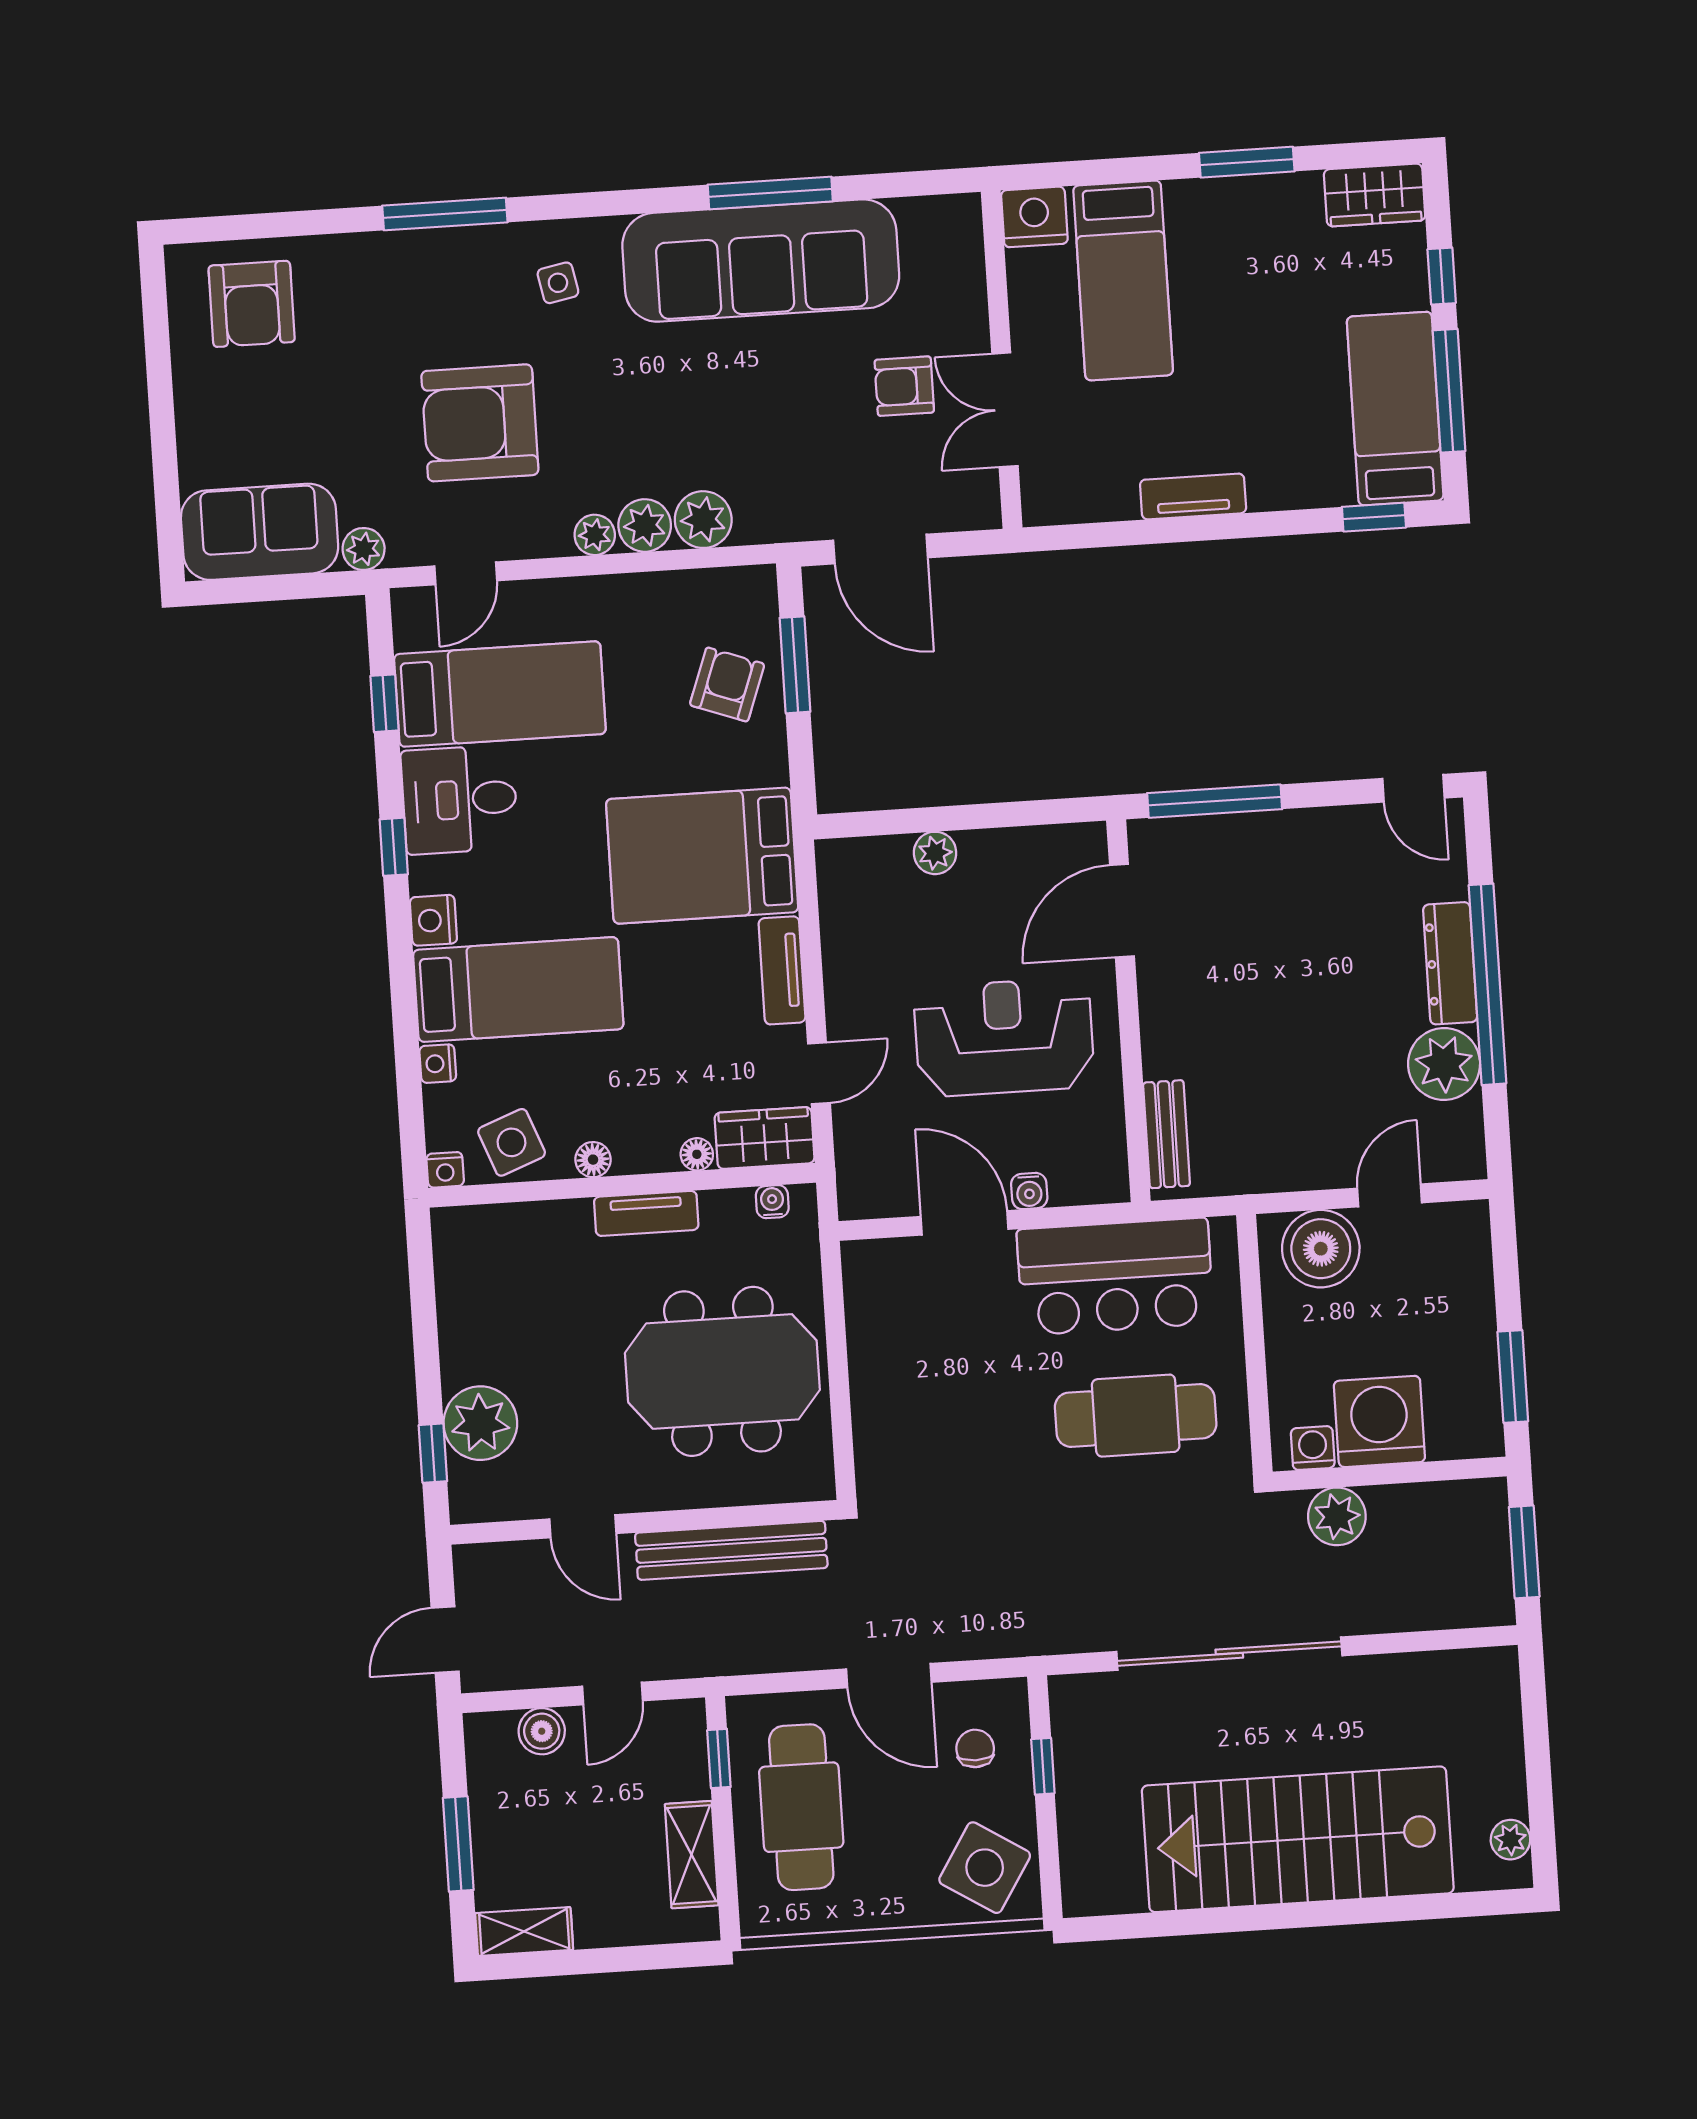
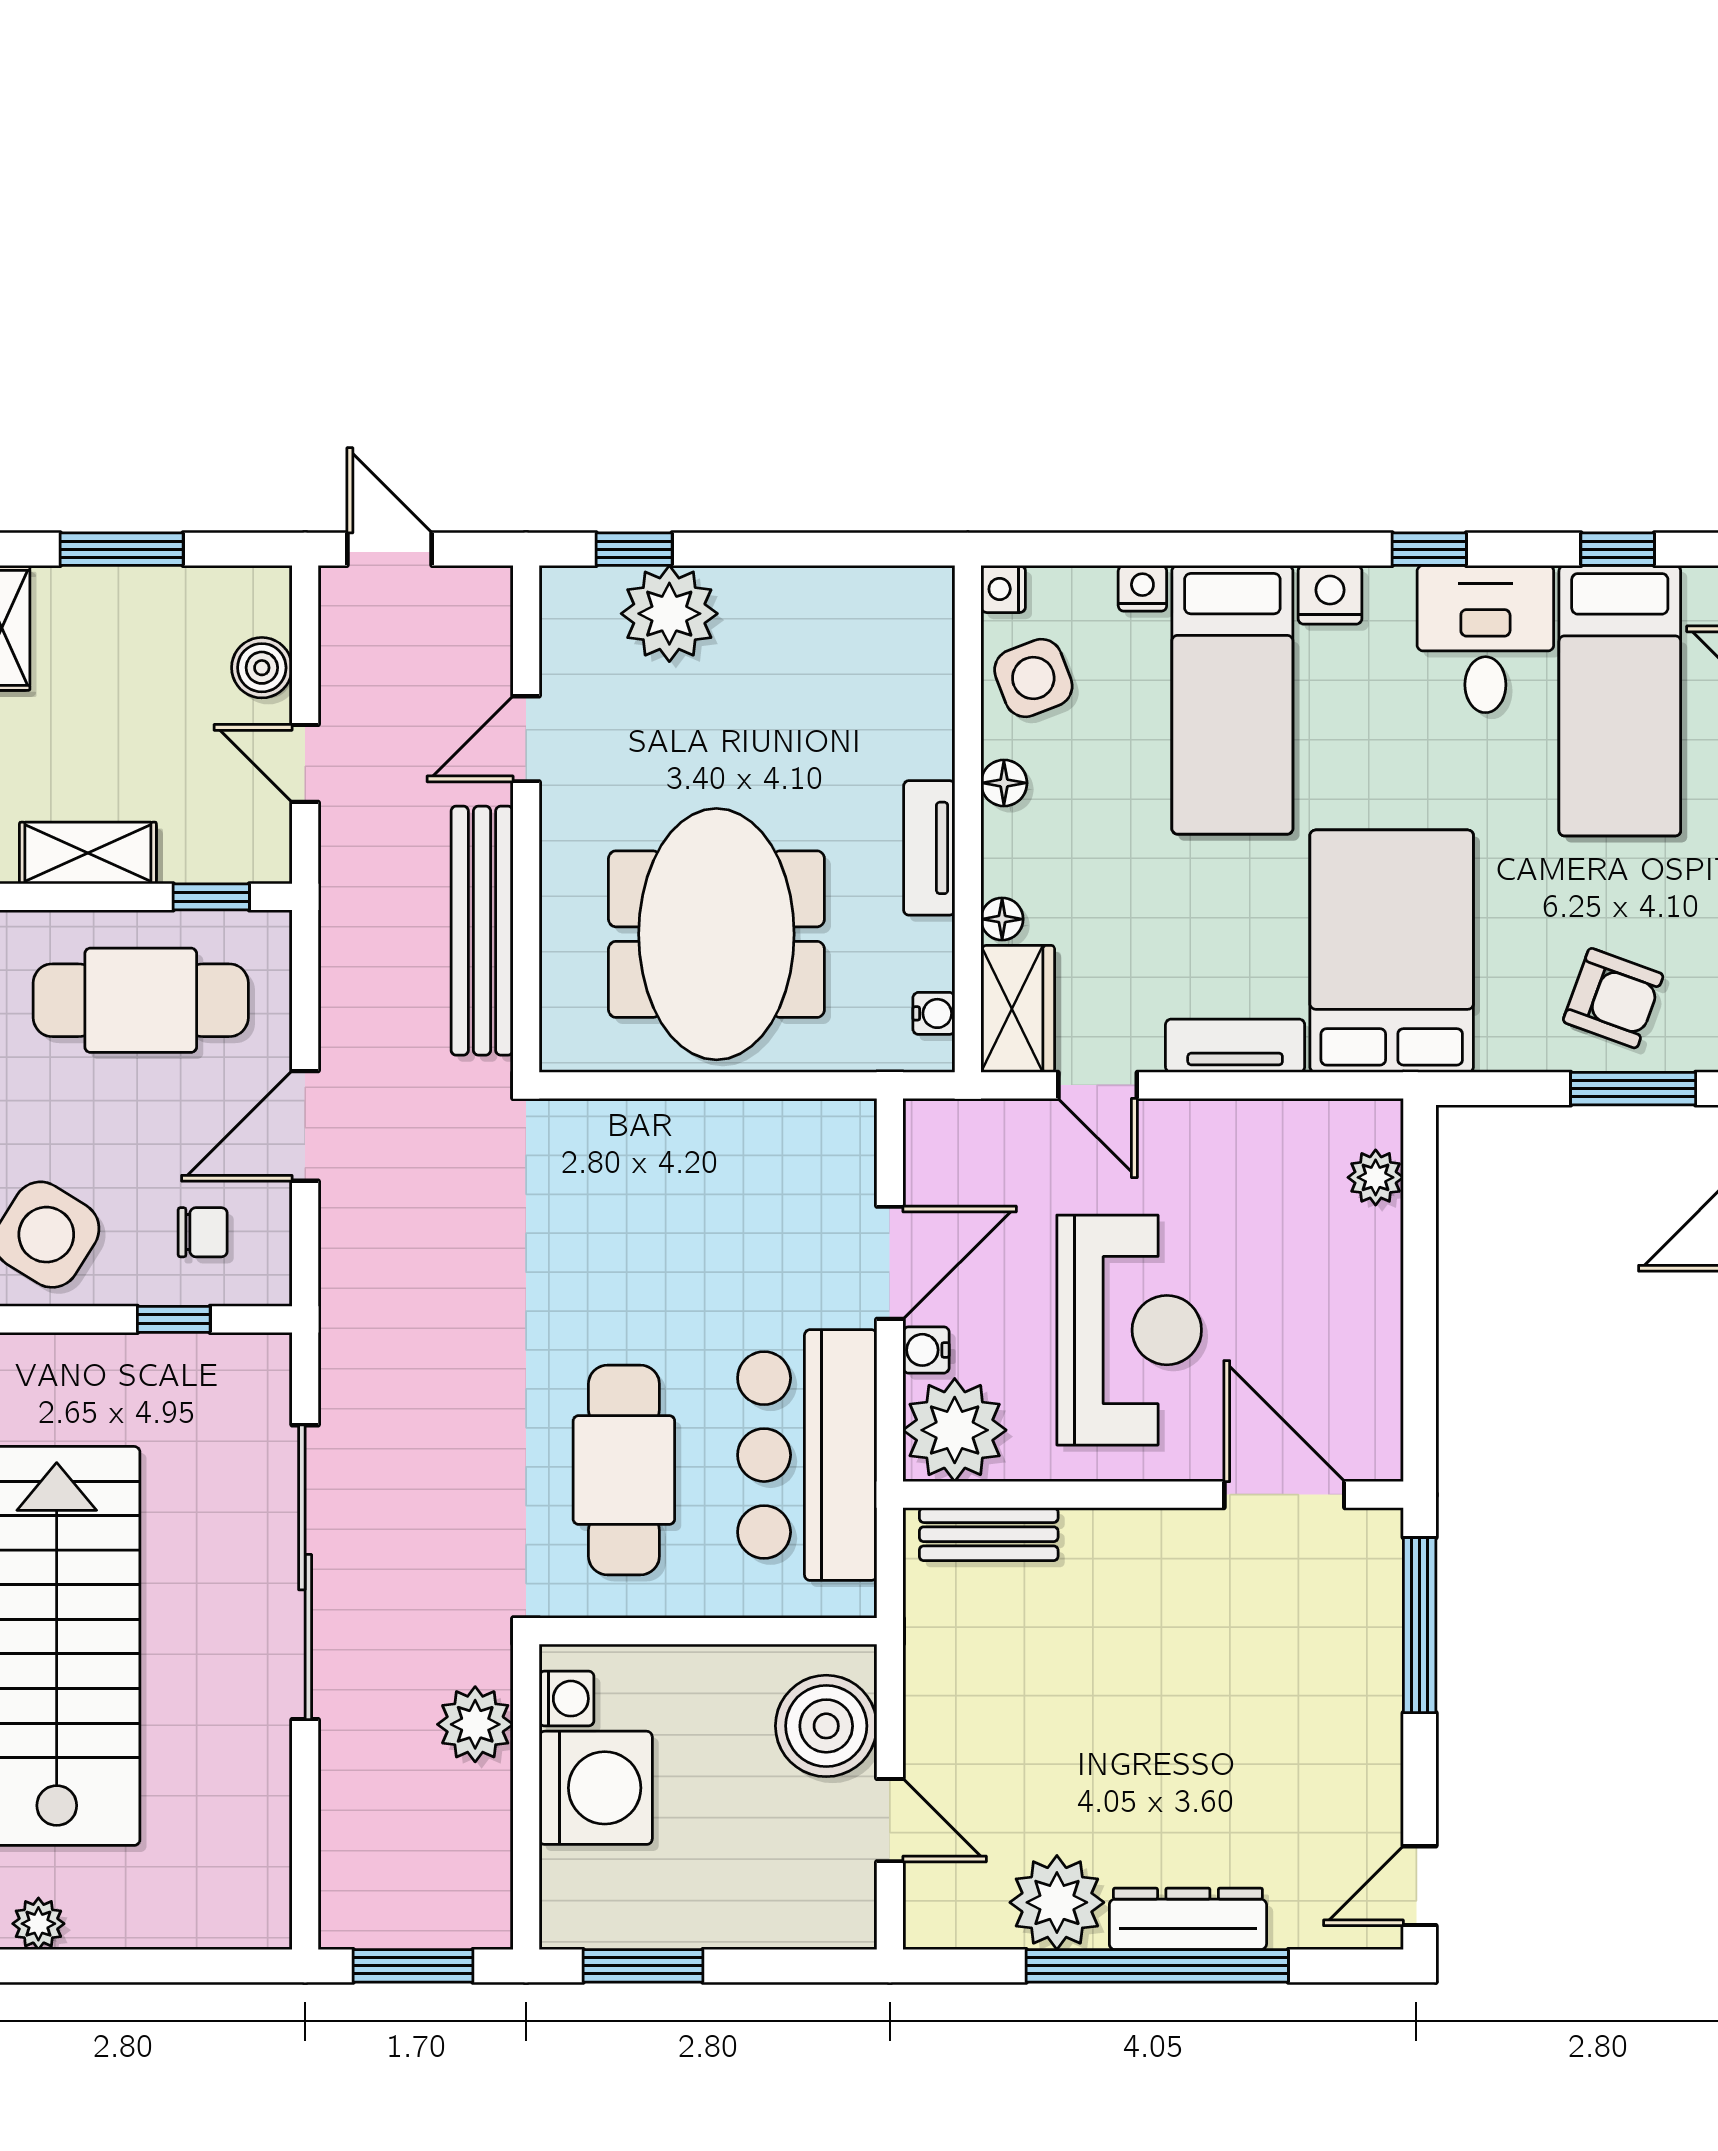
plant: (935, 853) -> (1376, 1177), moved
plant: (1089, 1165) -> (955, 1430), added

